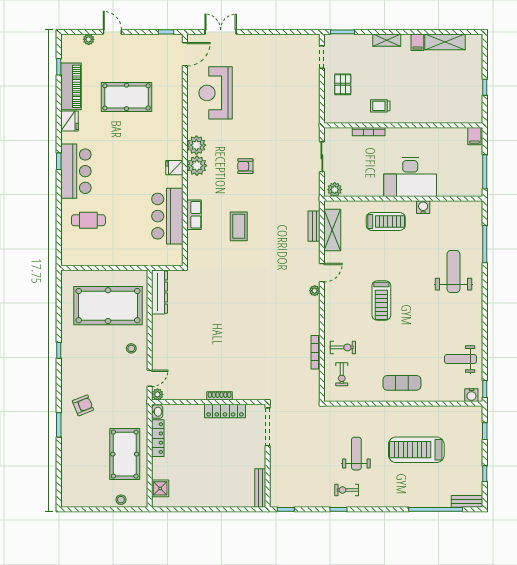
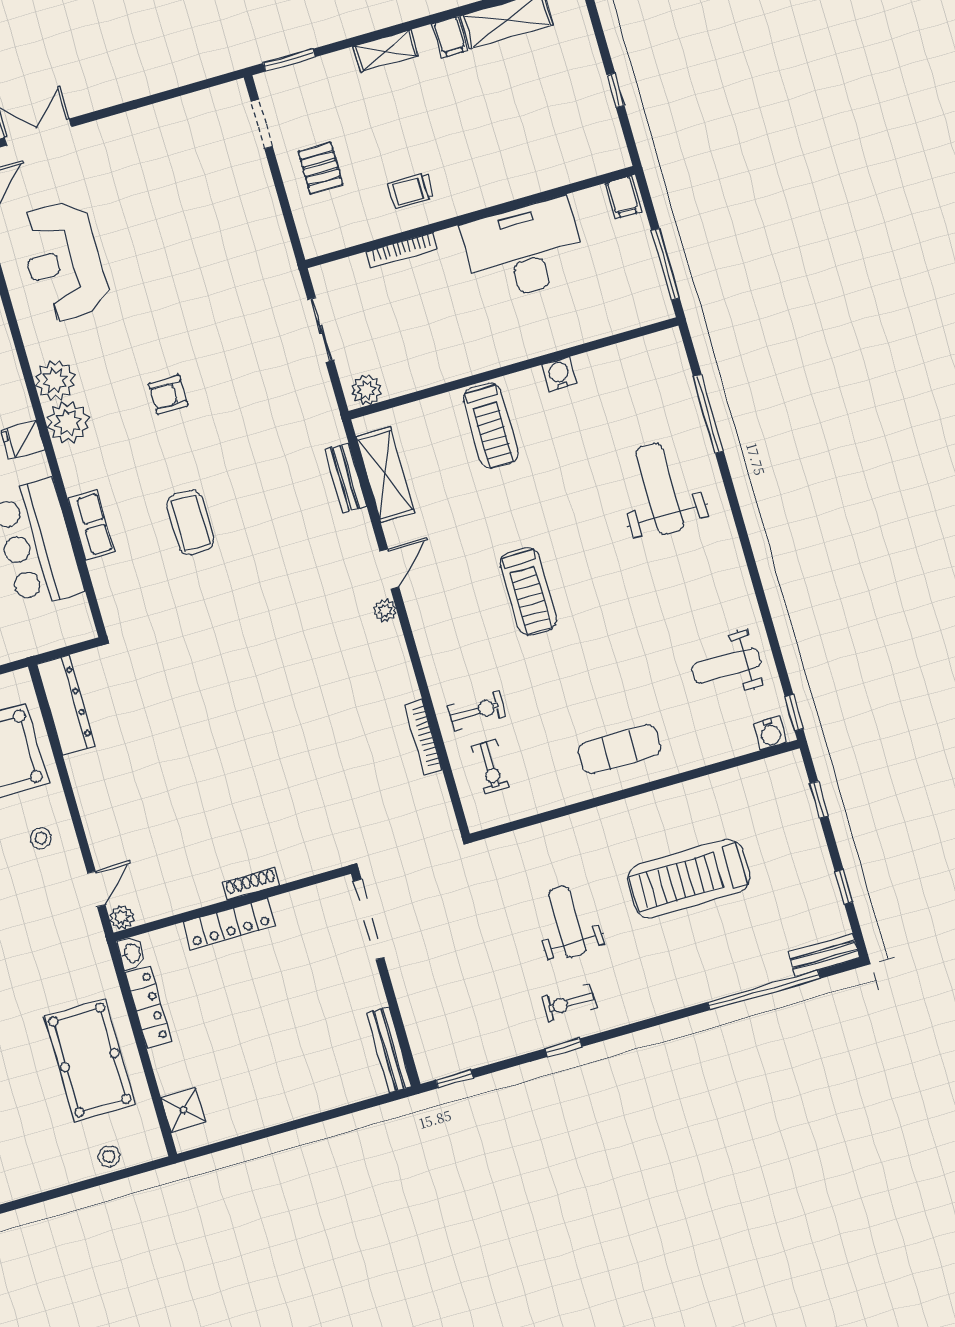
desk: (410, 177) -> (524, 250), moved, turned 180
treadmill: (386, 221) -> (491, 426), turned 90
locker: (225, 411) -> (229, 924), moved

